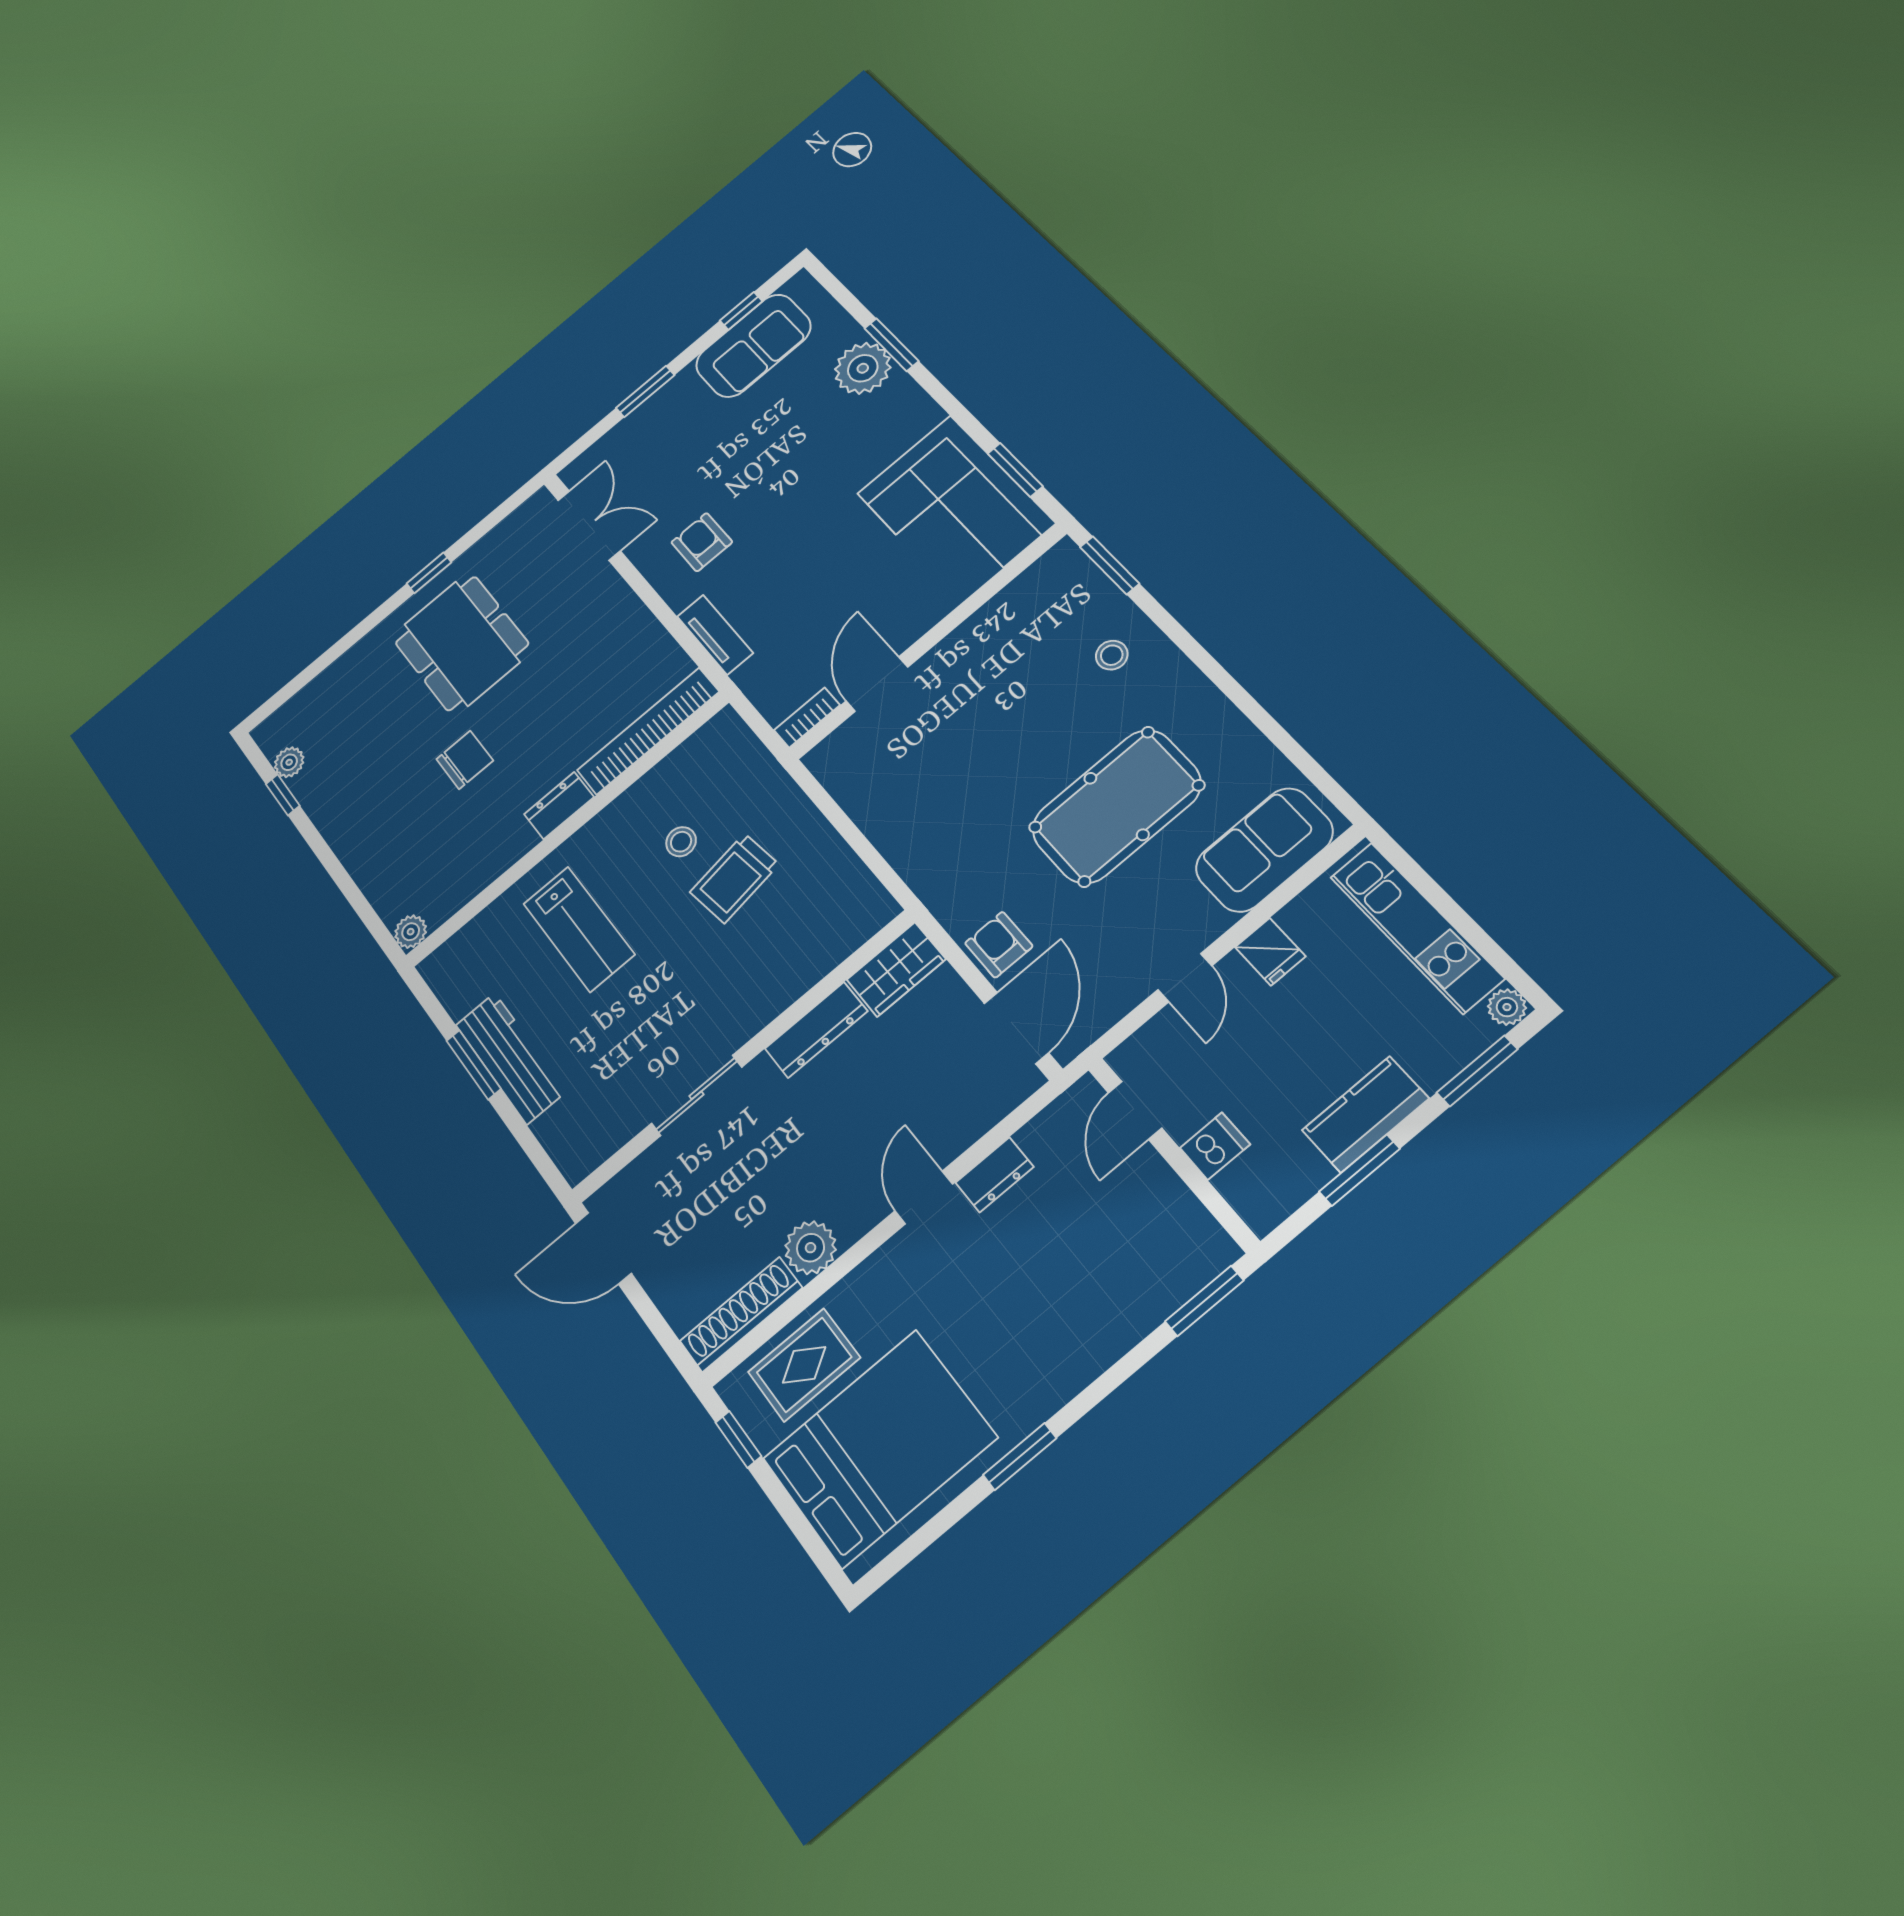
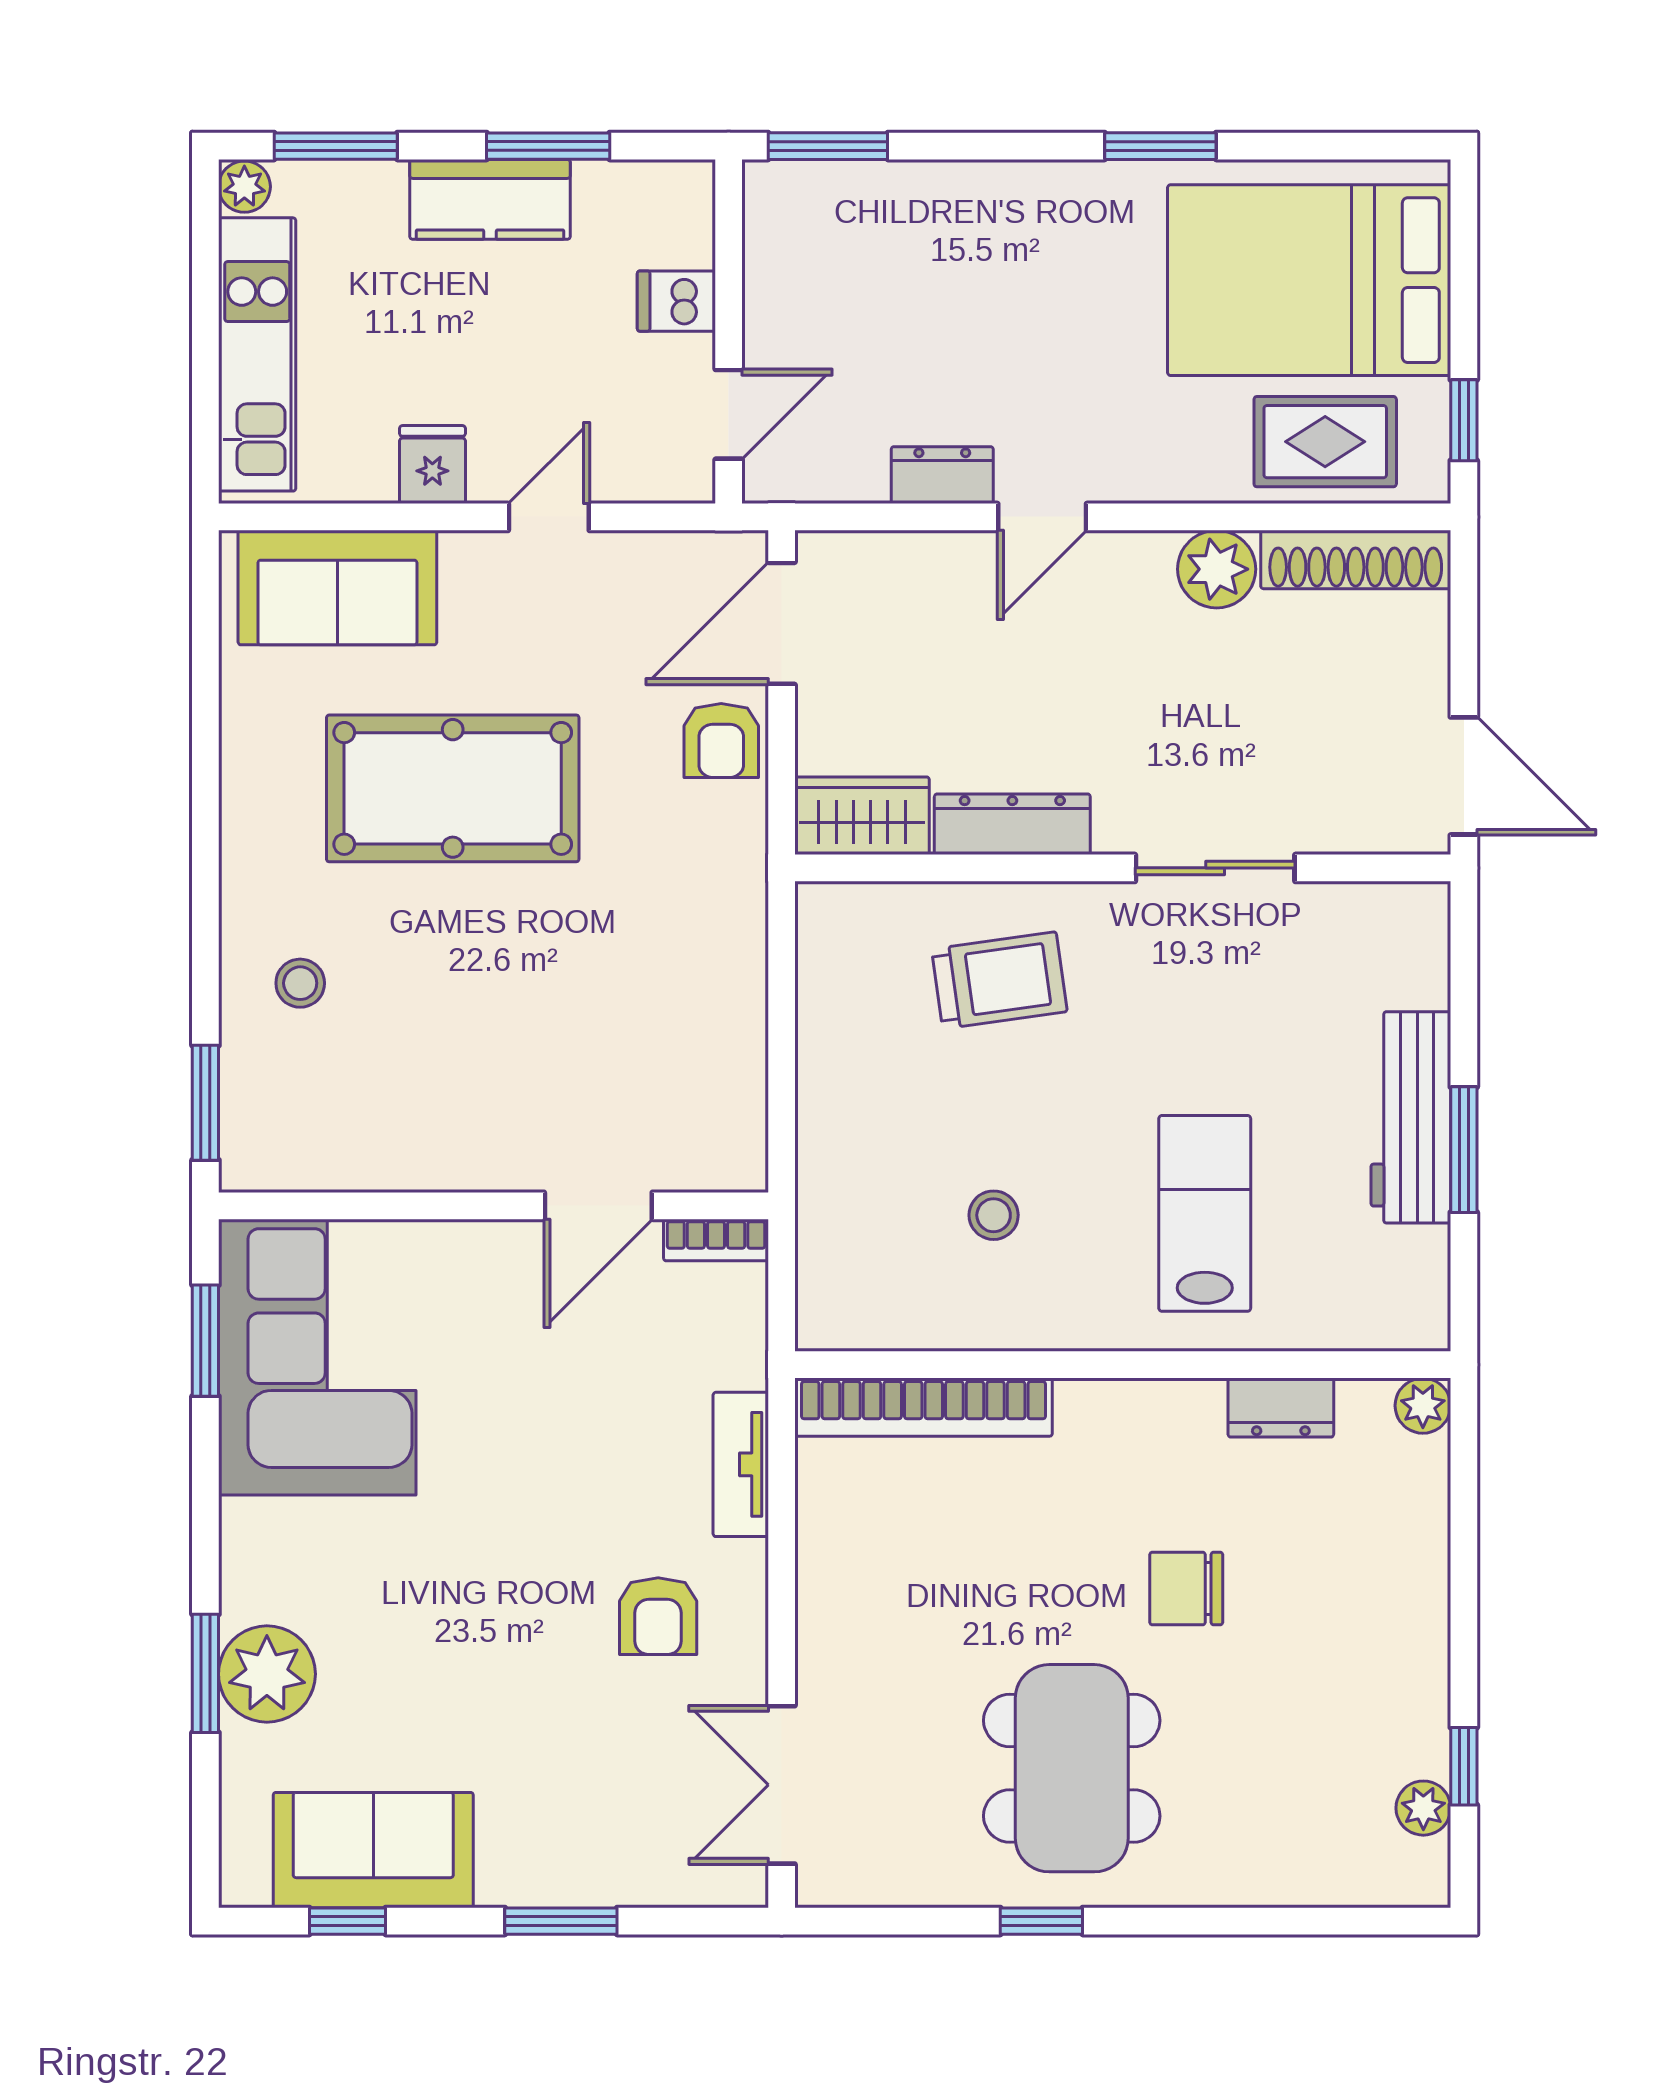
dresser: (559, 806) -> (1281, 1408), moved
trolley: (734, 878) -> (999, 980), moved

